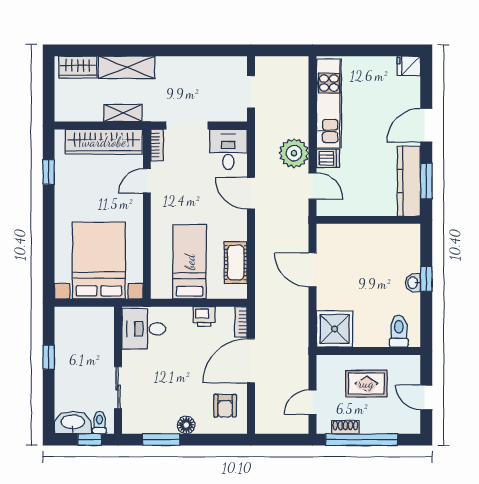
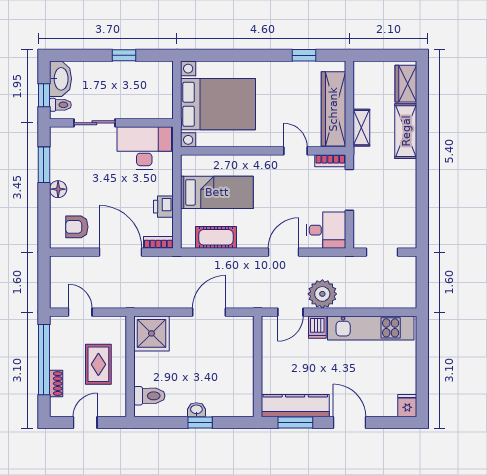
desk: (144, 329) -> (144, 148), width x1.37
shoe rack: (345, 427) -> (56, 384), moved

